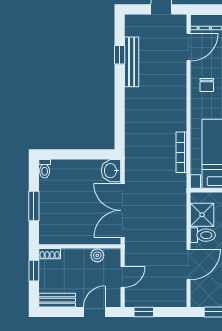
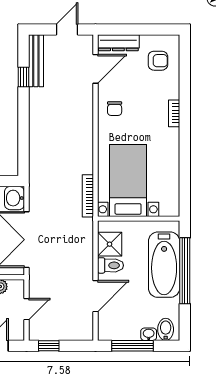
bench: (132, 62) -> (36, 61), moved
bookcase: (181, 152) -> (88, 196), moved

